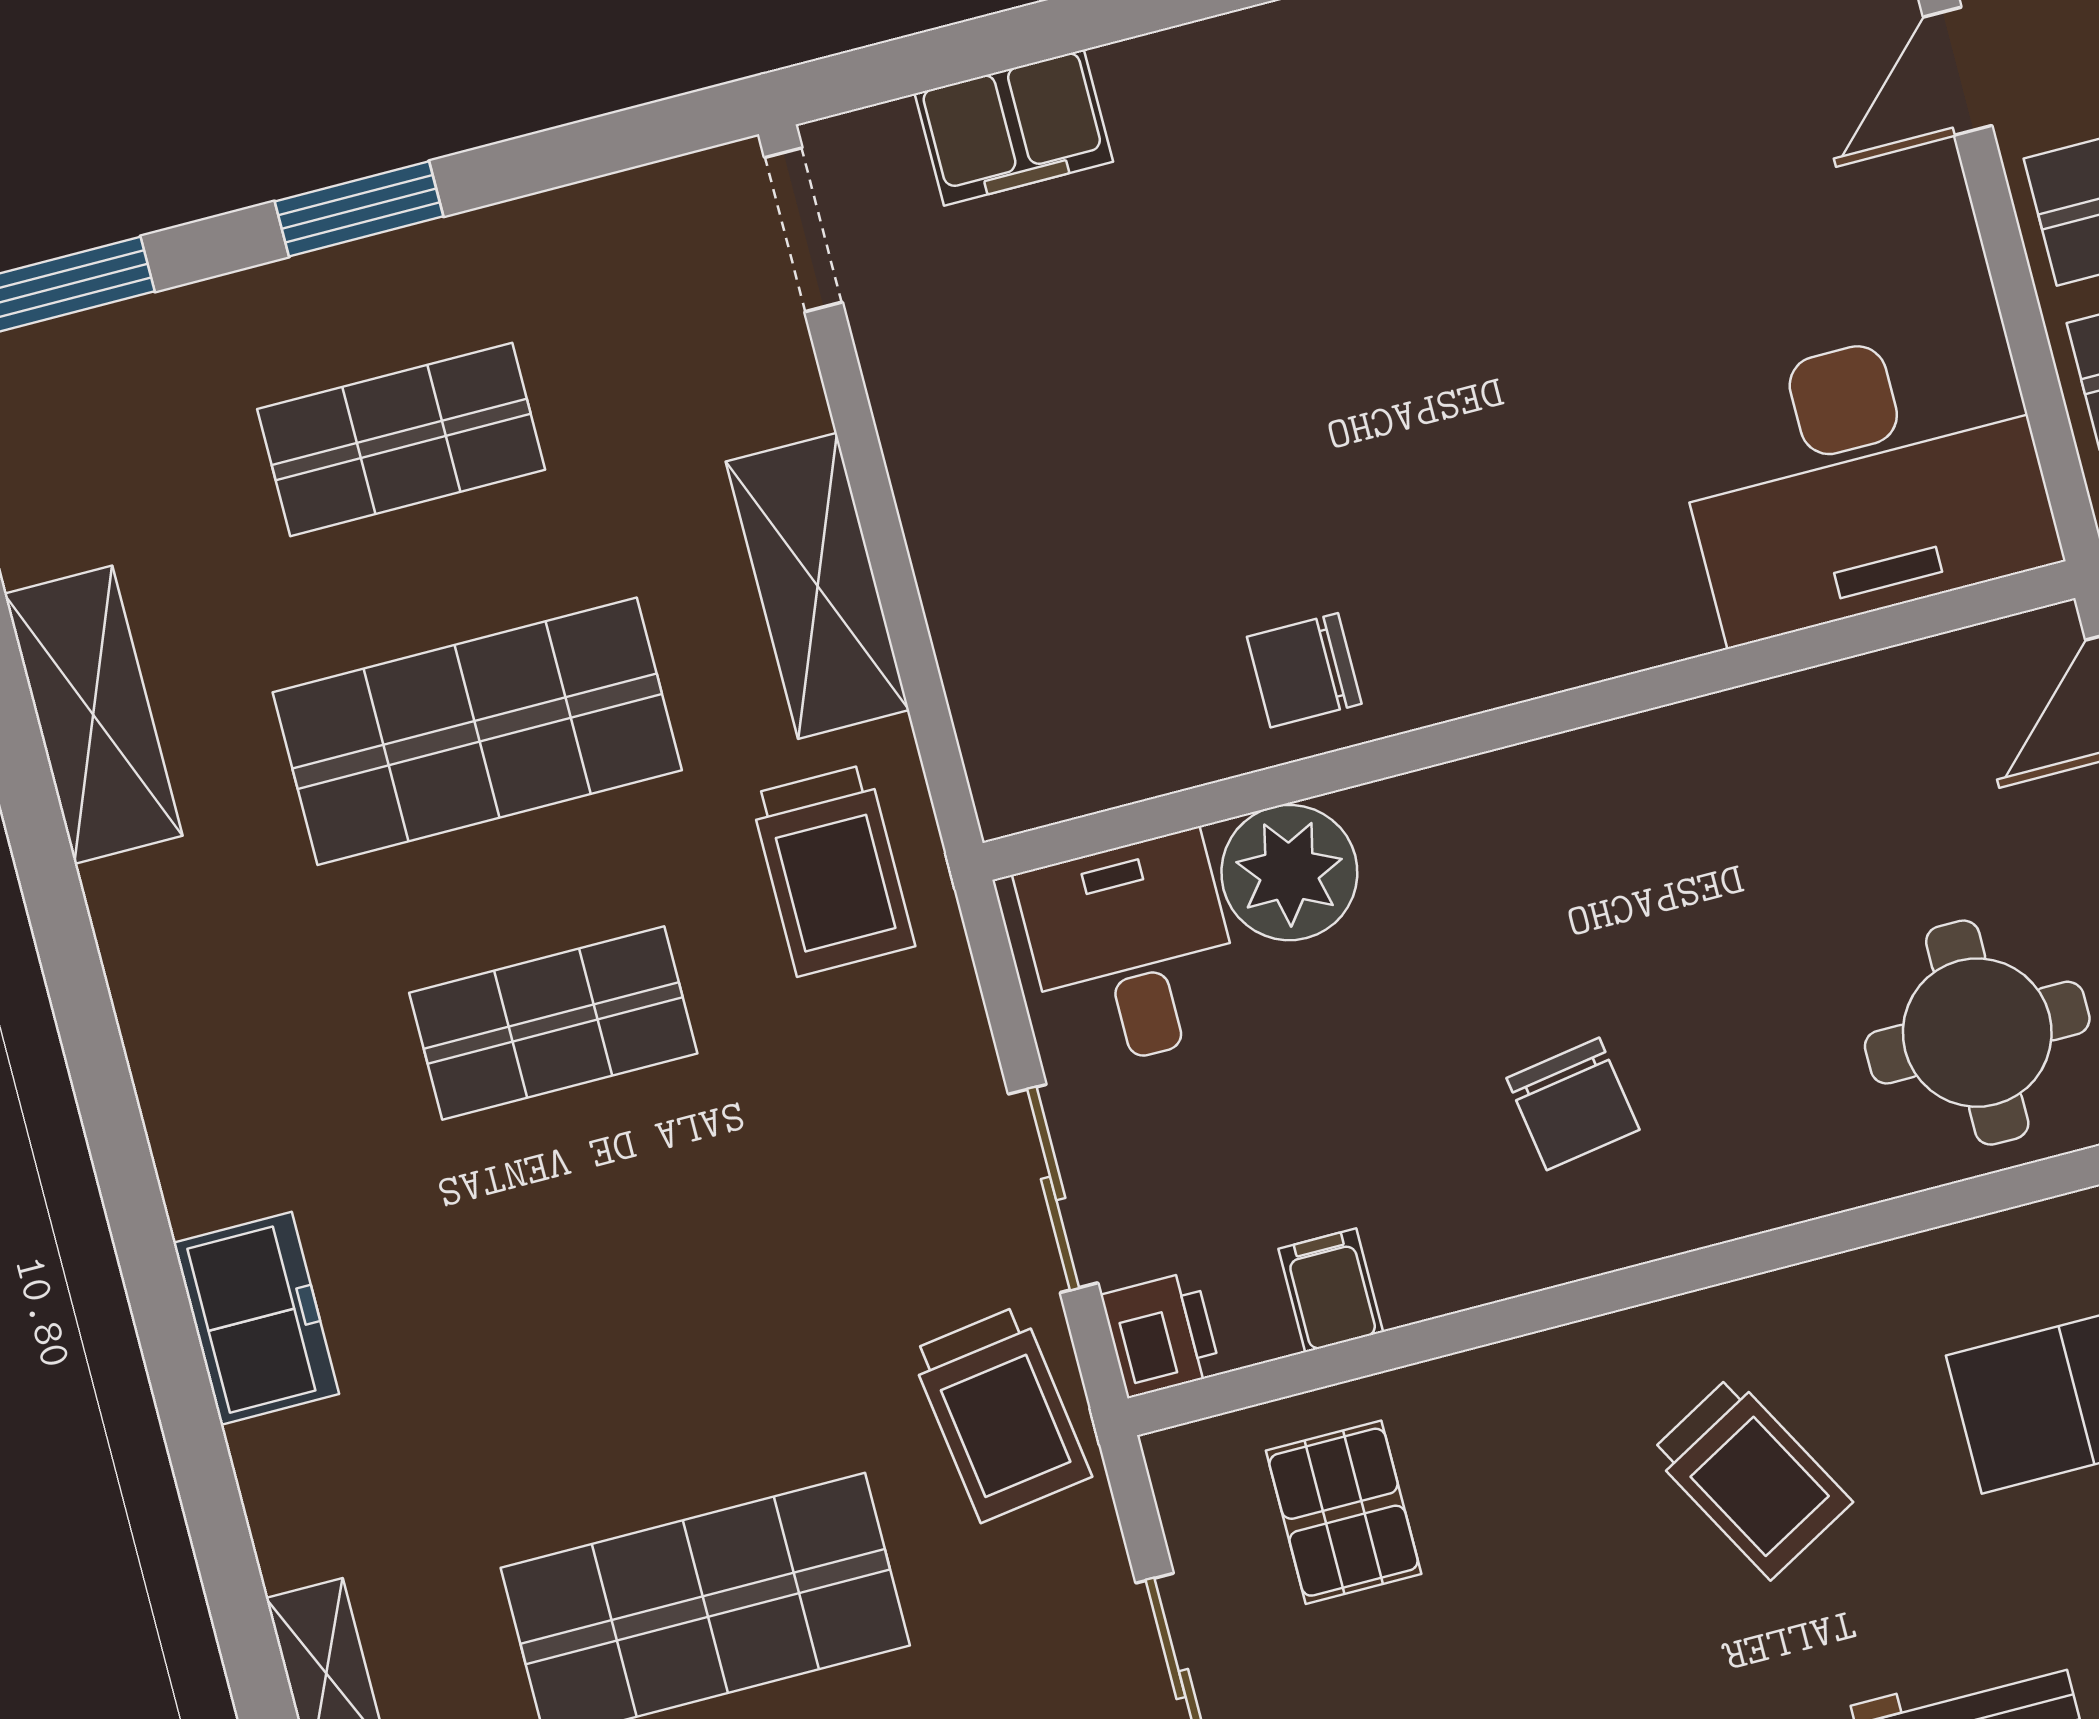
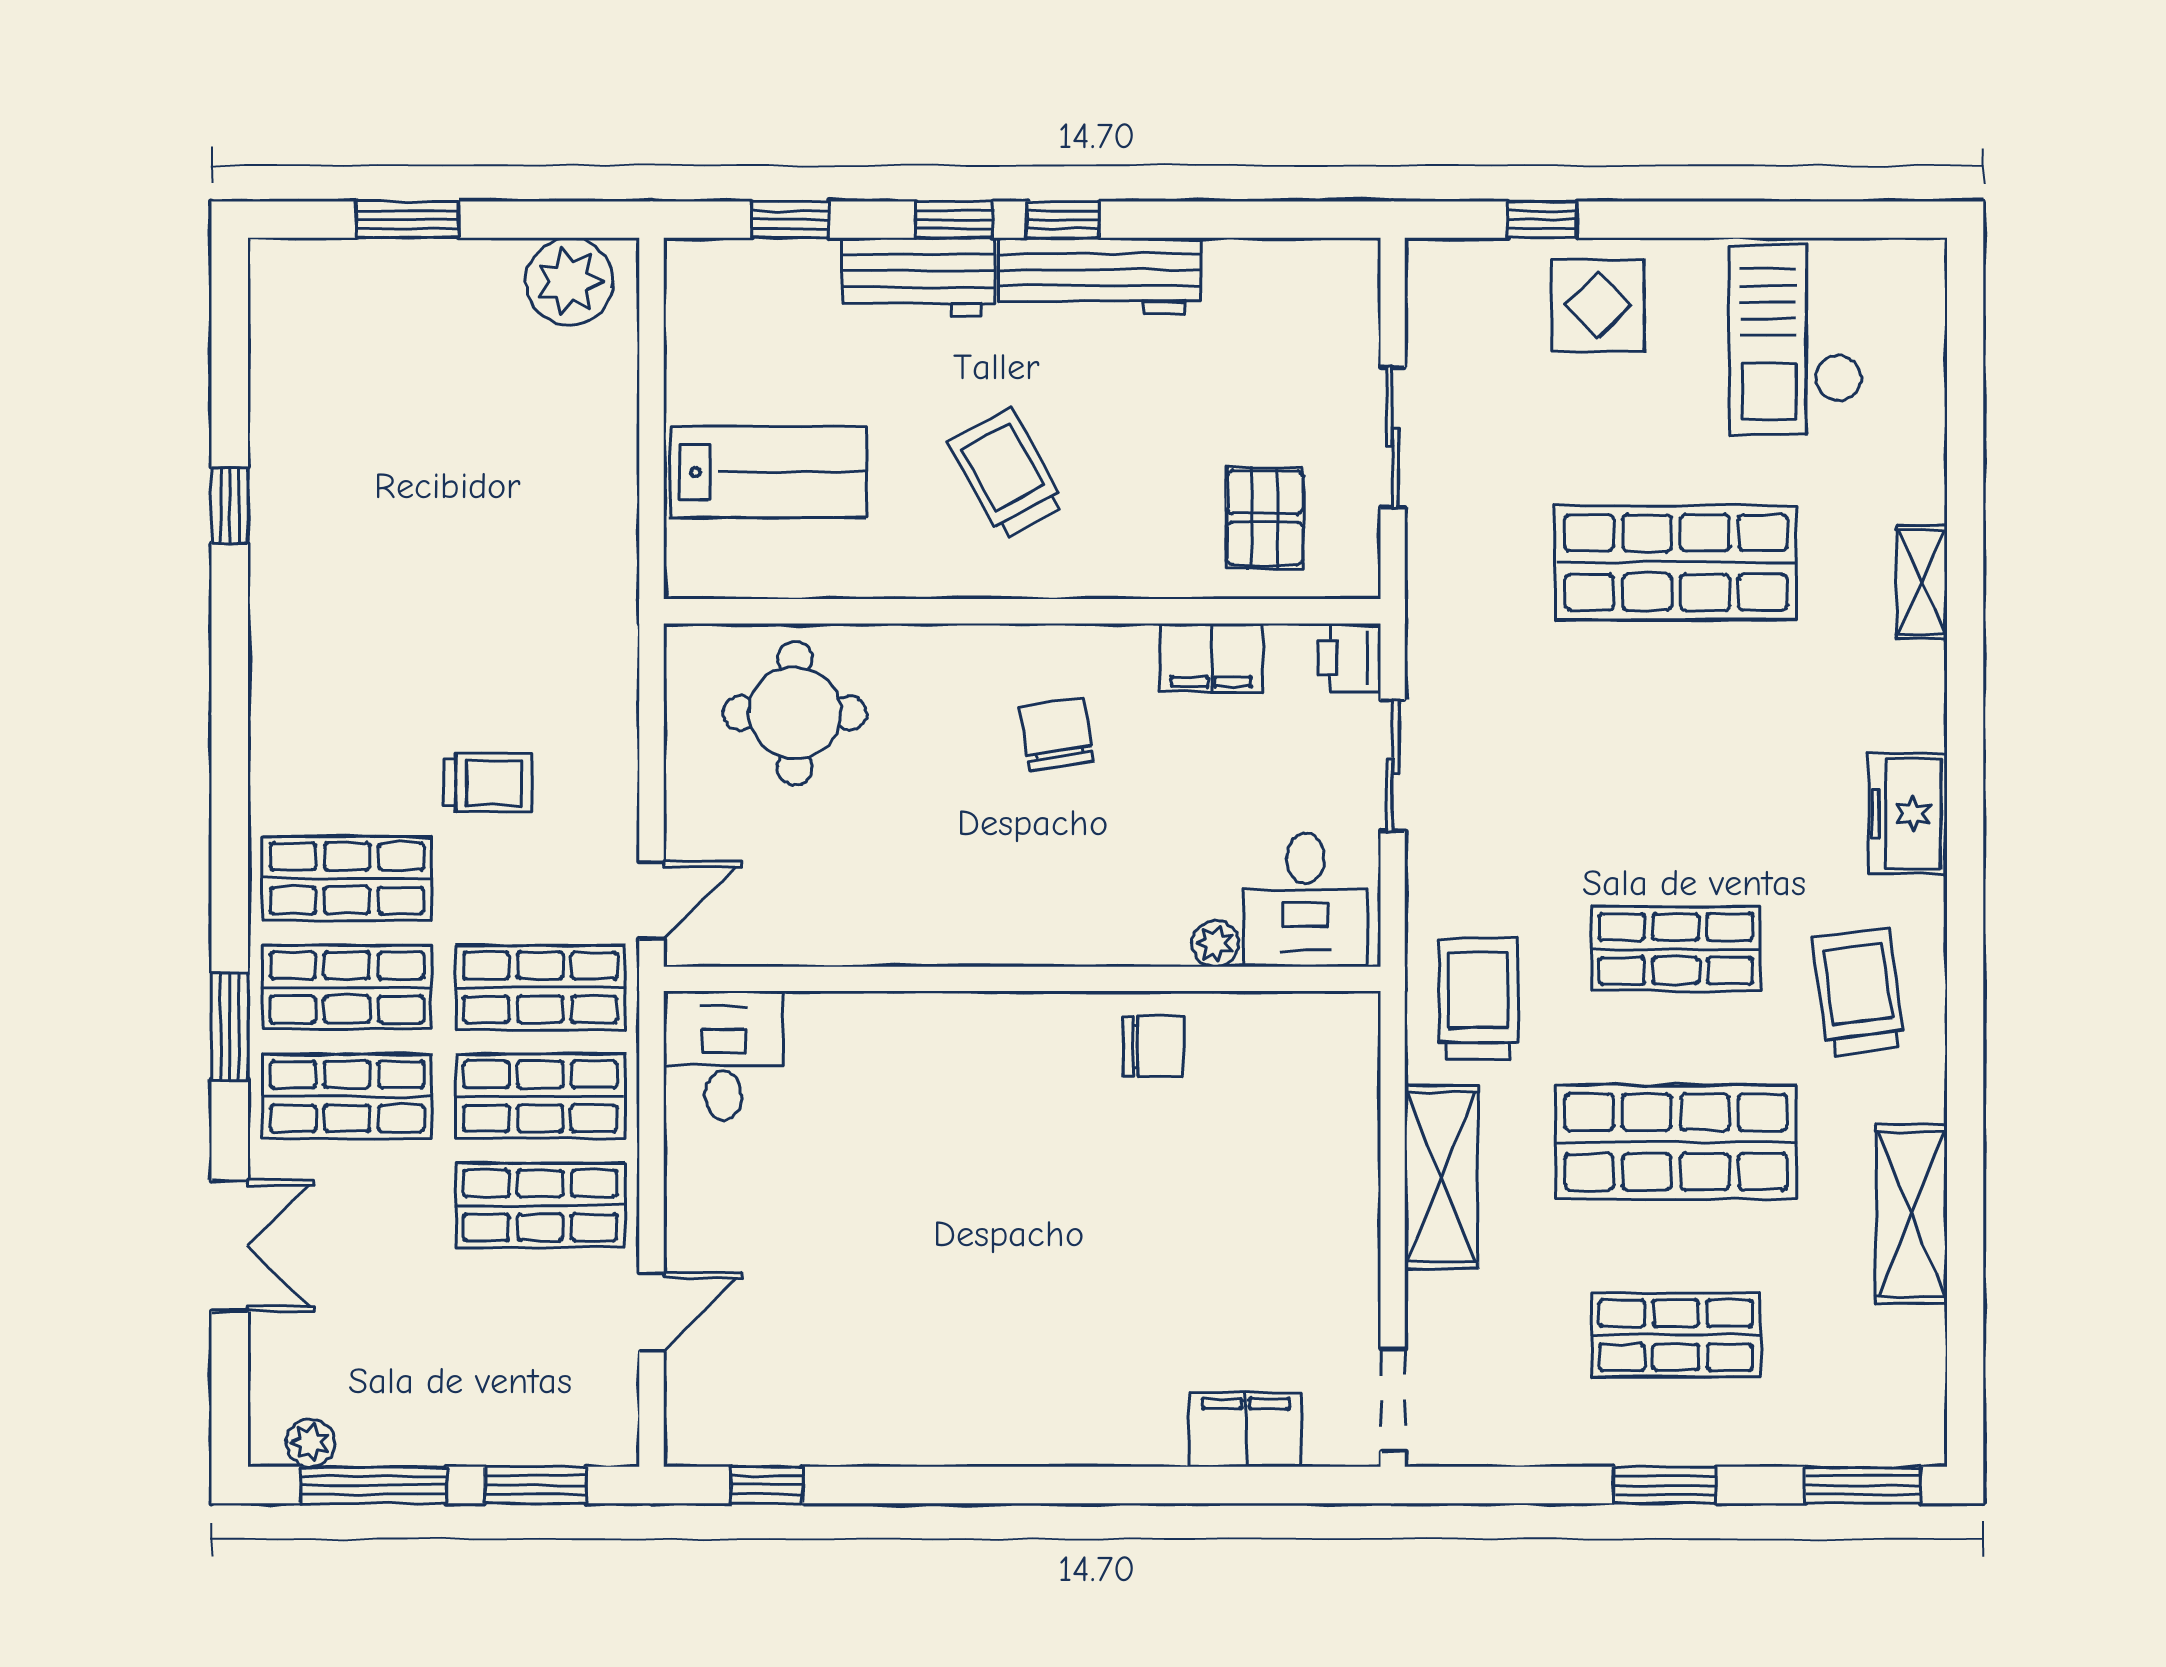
desk: (1864, 479) -> (723, 1055), width x0.53, depth x0.77
plant: (1289, 873) -> (1216, 944), width x0.53, depth x0.53
filing cabinet: (1331, 1290) -> (1211, 658), width x2.00
trolley: (1001, 1414) -> (1858, 992), moved

